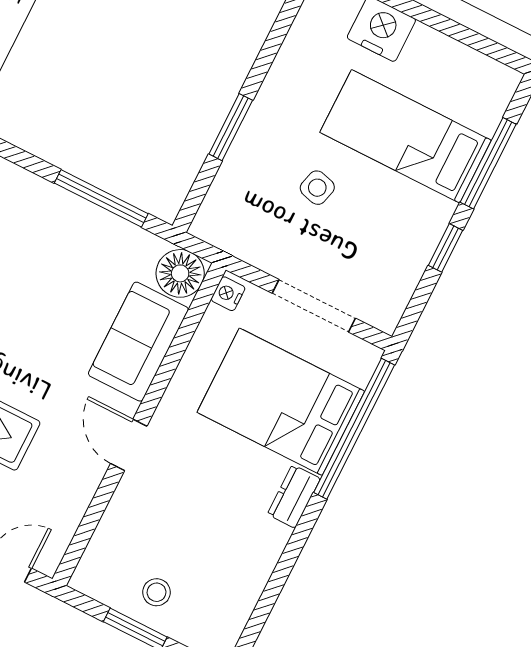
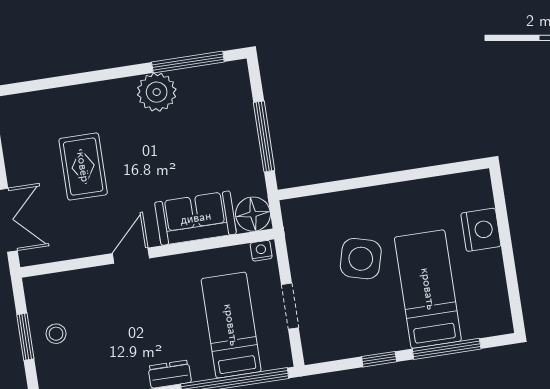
window: (231, 127) -> (360, 183), removed
side table: (317, 188) -> (361, 259), width x1.87, depth x1.87
doorway: (314, 306) -> (290, 306), width x0.73
bed: (281, 402) -> (231, 325), width x0.67

